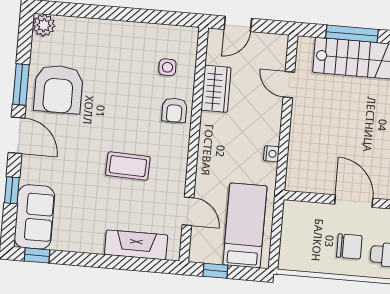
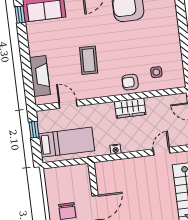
wardrobe: (216, 89) -> (130, 108), moved
door: (188, 211) -> (68, 104), swing flipped

